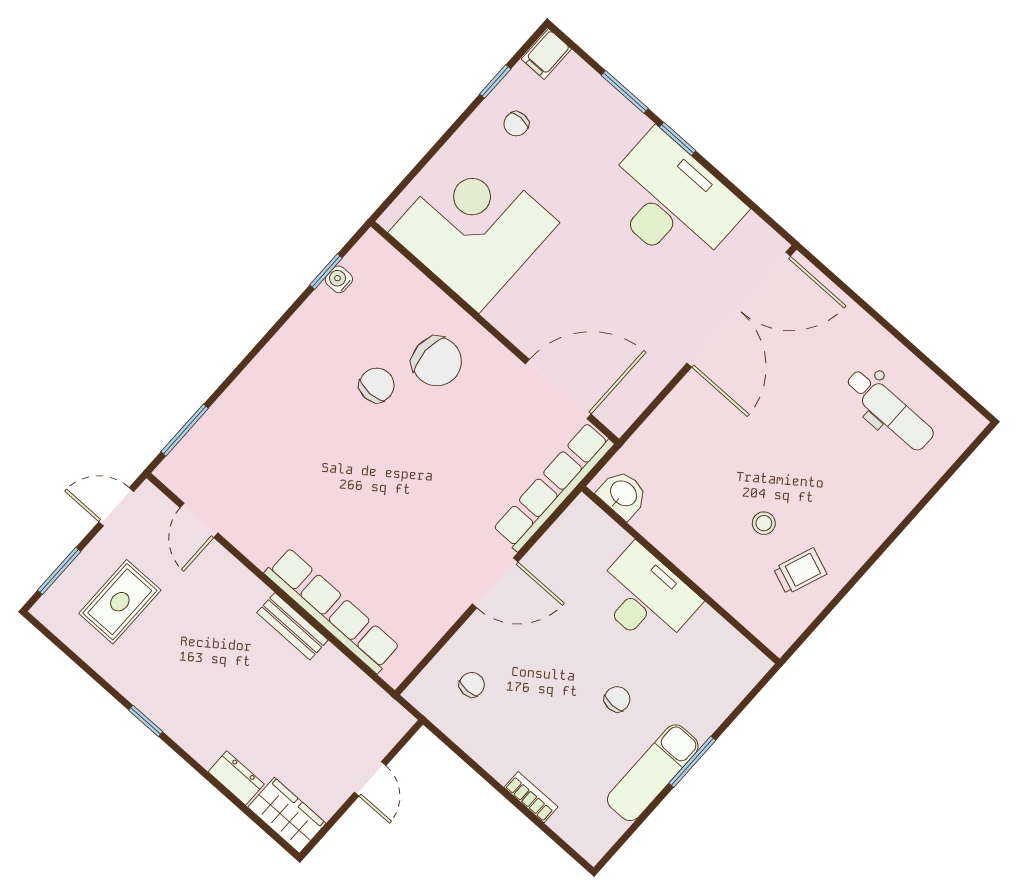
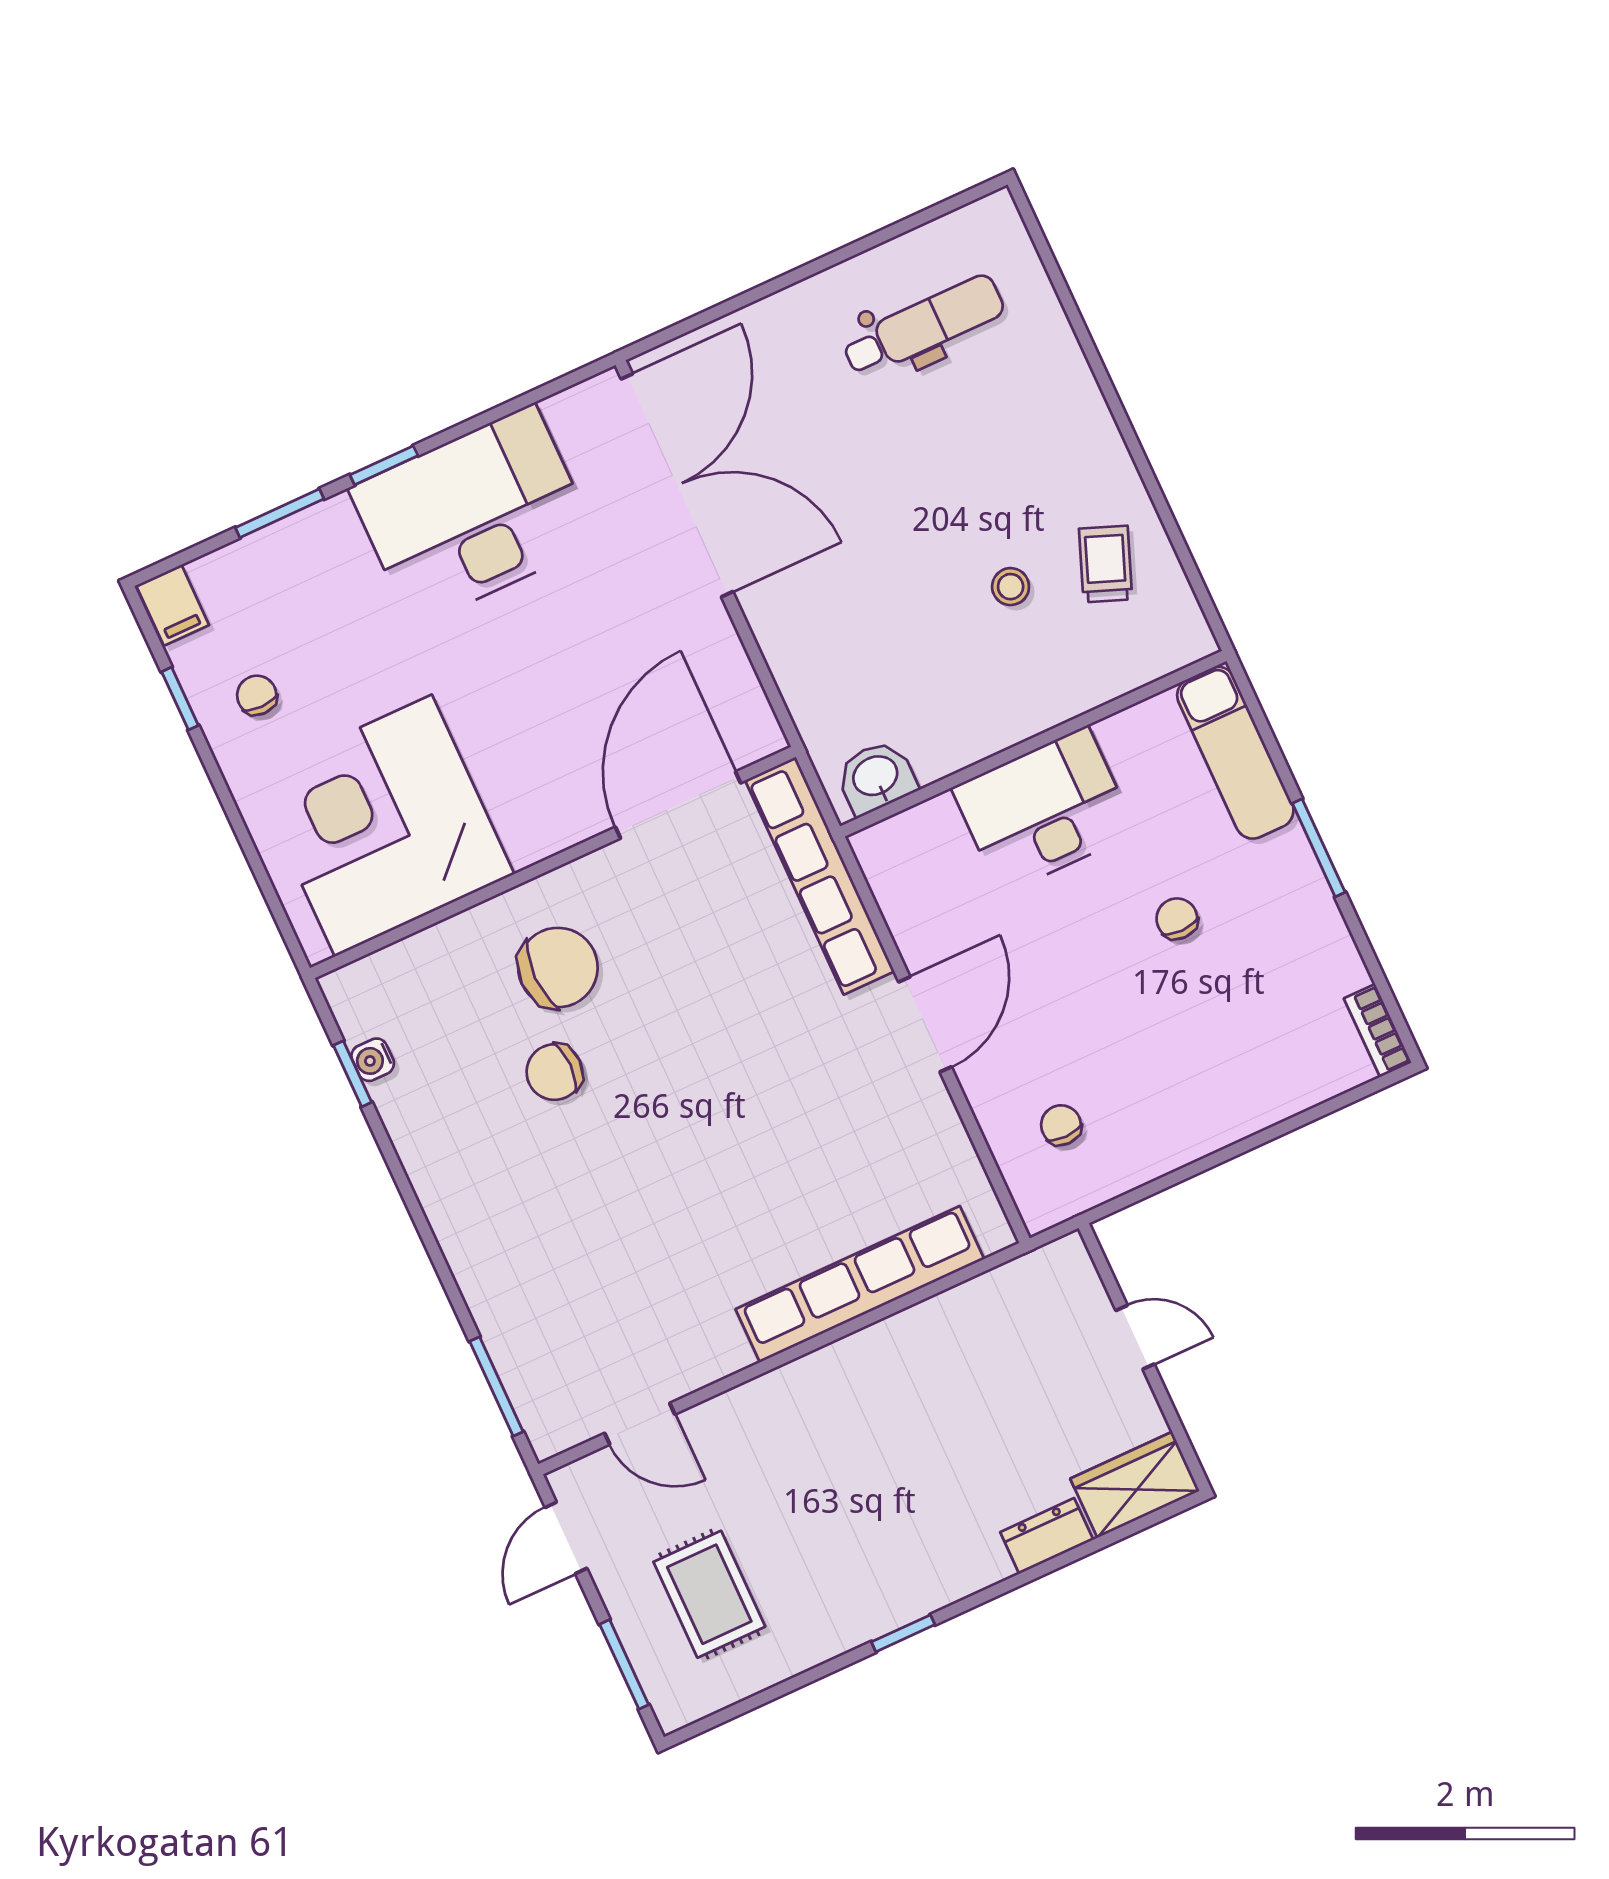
chair: (516, 124) -> (257, 695), turned 180
chair: (377, 385) -> (554, 1072), turned -90
bench: (292, 626) -> (858, 1354), removed
exam couch: (653, 773) -> (1235, 753), moved
bookcase: (531, 797) -> (1378, 1031), moved, turned -90

